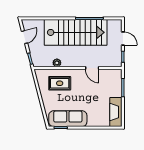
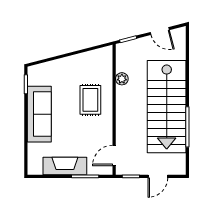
door: (92, 68) -> (114, 155), moved
rug: (60, 83) -> (90, 100), moved
fireplace: (116, 112) -> (65, 166), moved
sofa: (68, 119) -> (39, 114), moved

